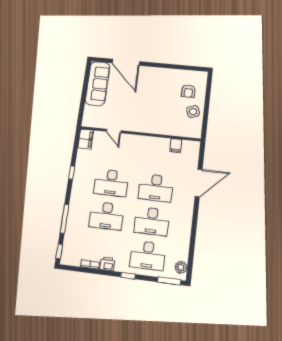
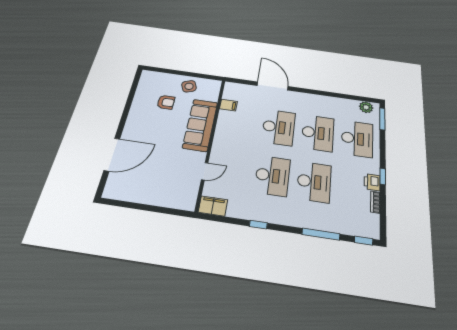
sofa: (98, 84) -> (200, 125), moved, turned -90
armchair: (188, 91) -> (166, 102), moved
window: (128, 276) -> (383, 176), moved

